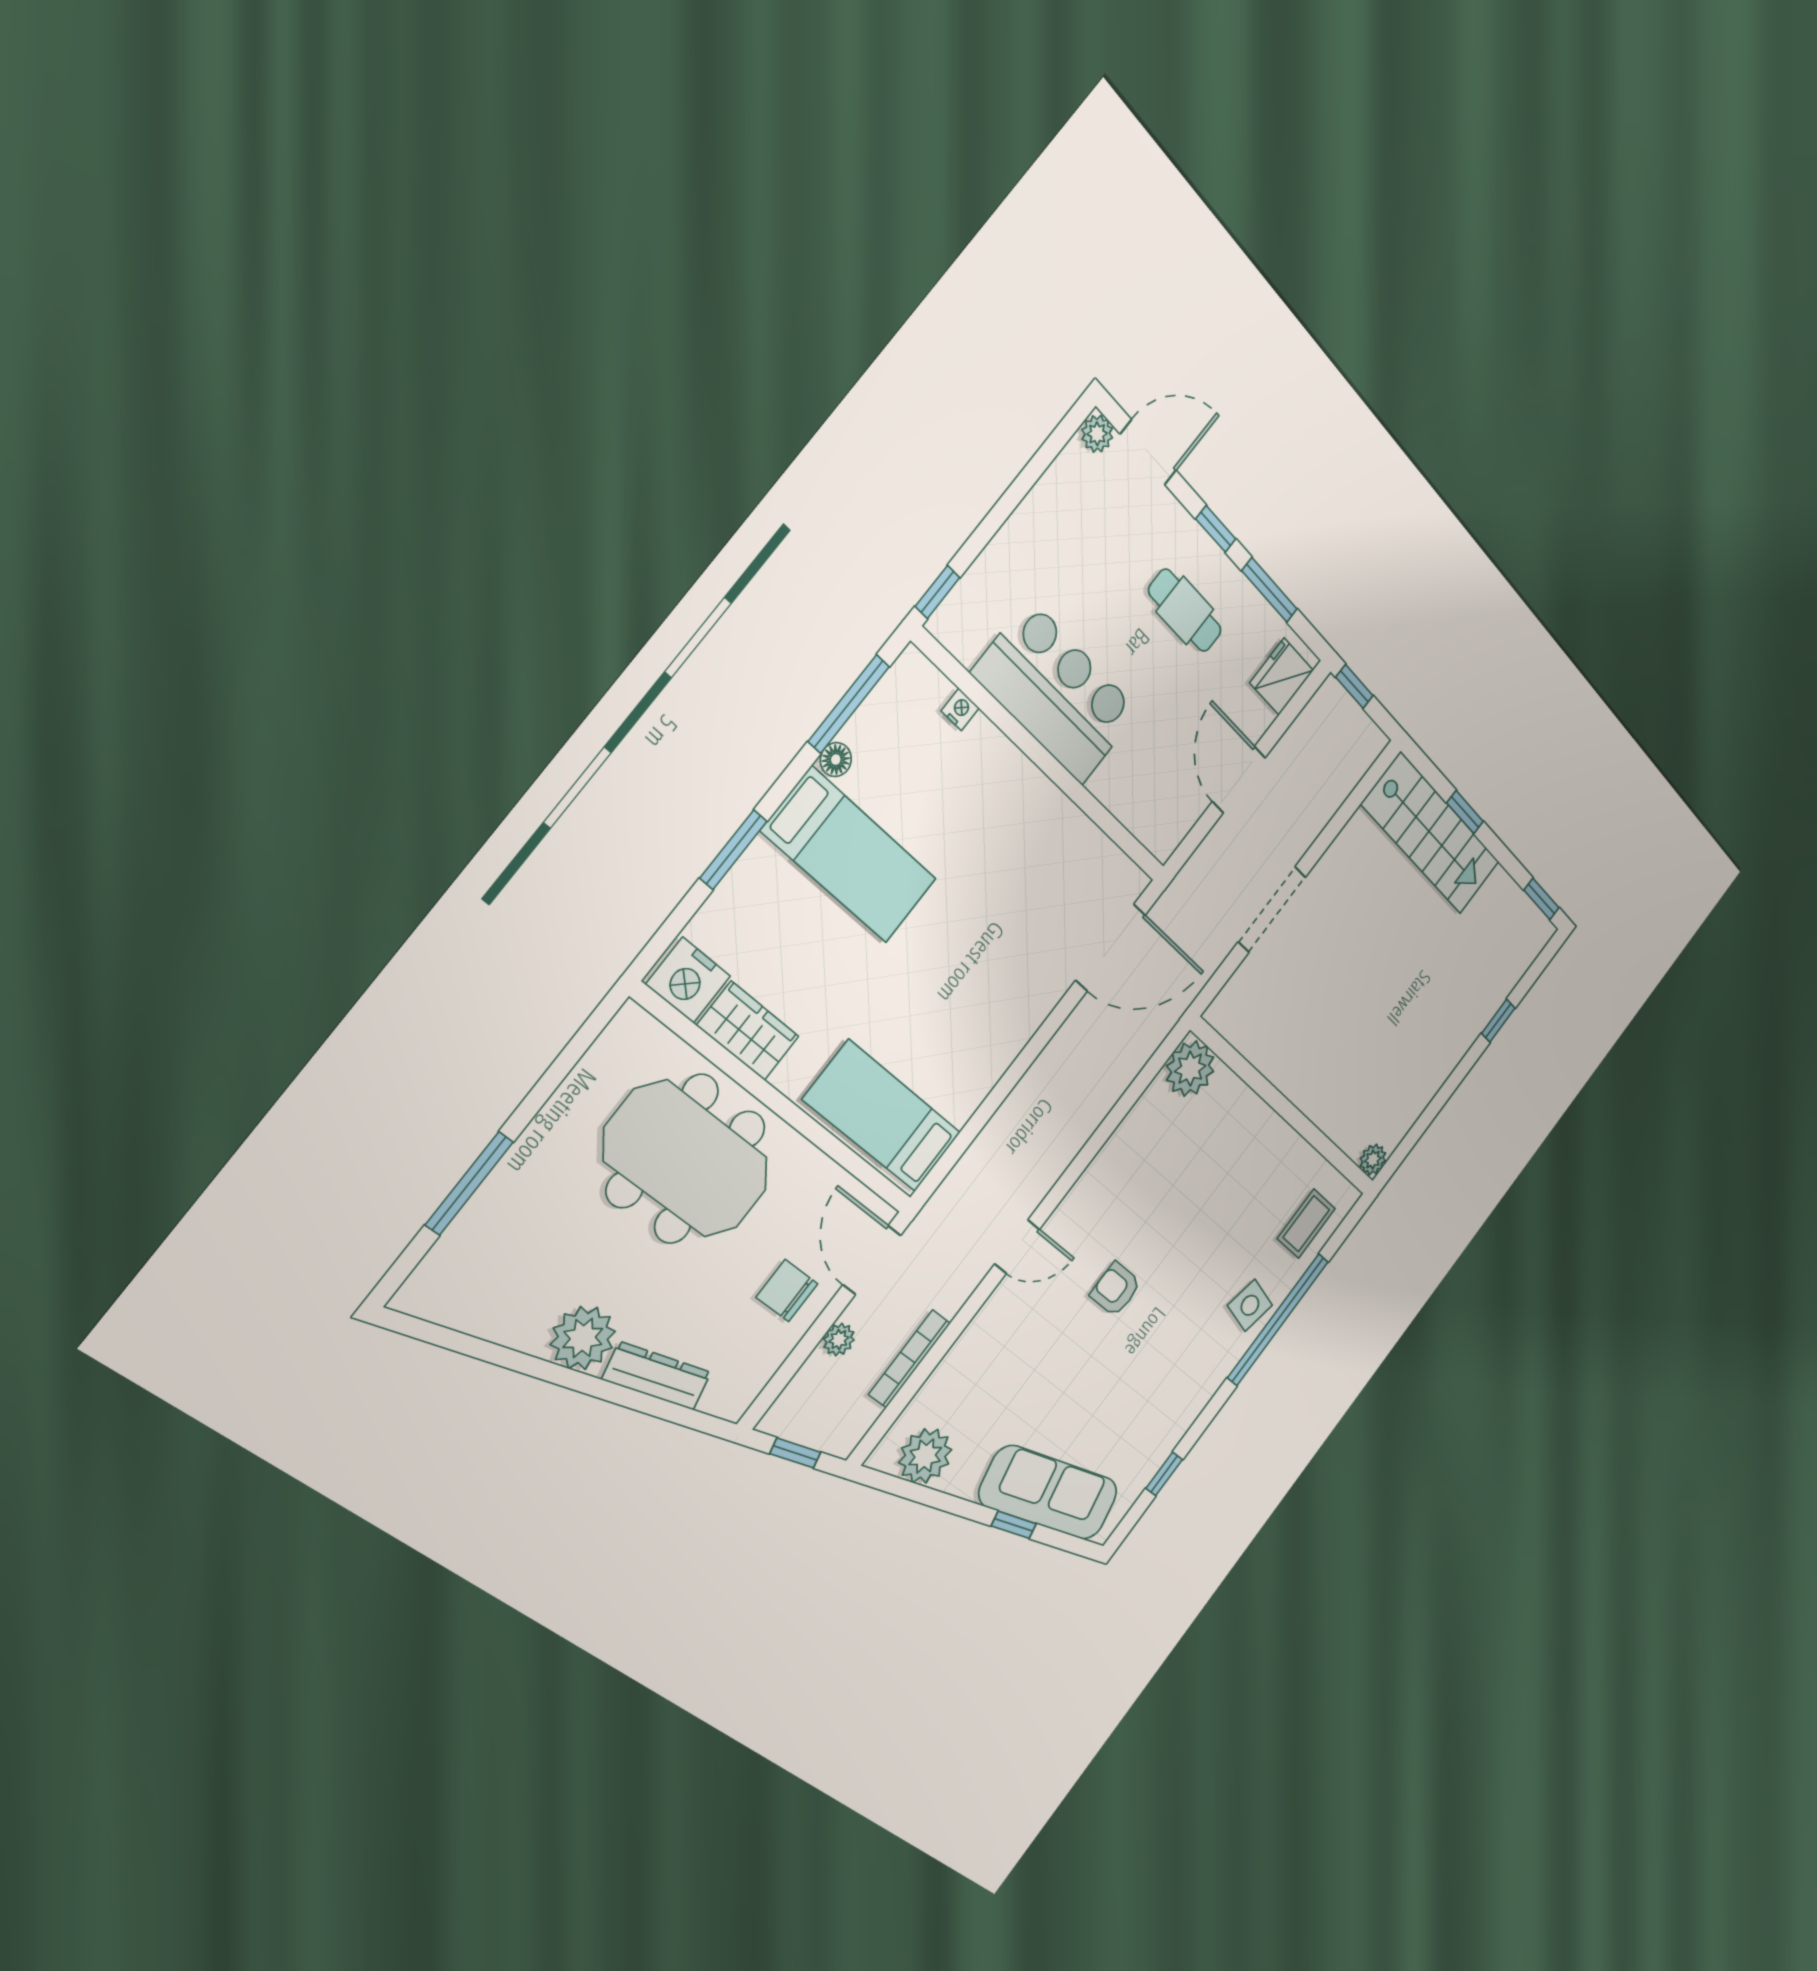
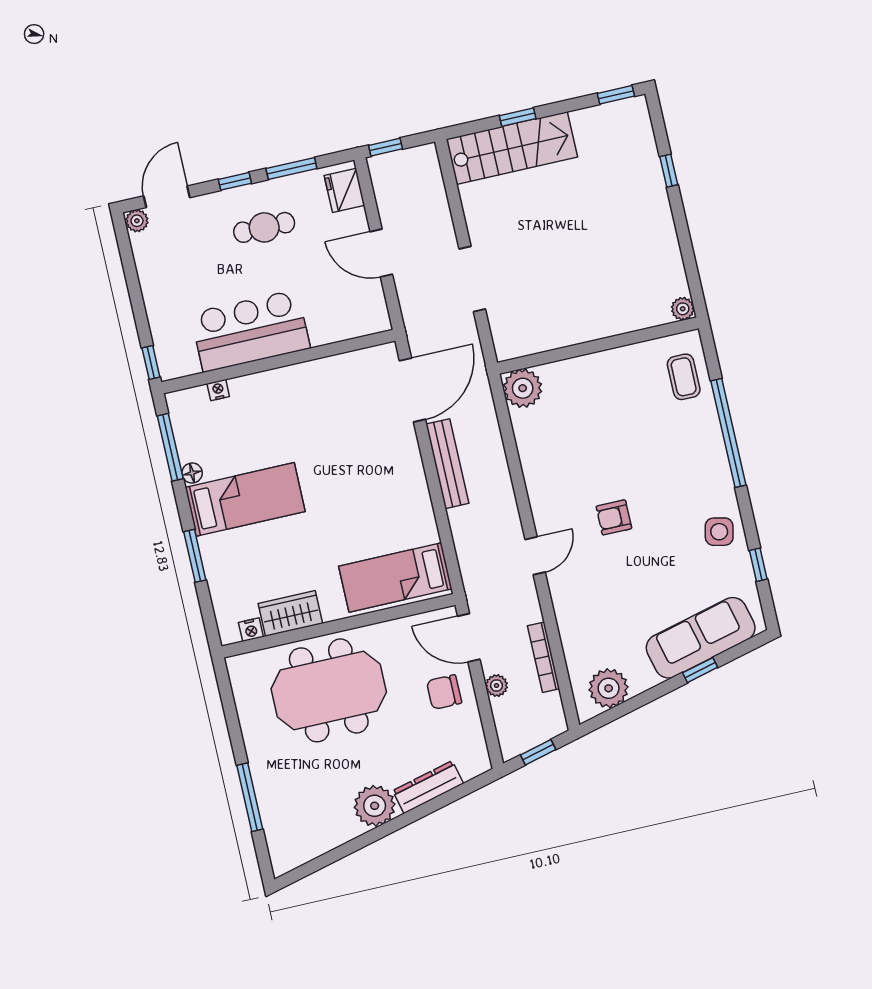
nightstand: (688, 980) -> (251, 630), width x0.53, depth x0.56
bench: (1054, 1060) -> (447, 464), added
side table: (1250, 1305) -> (719, 532), moved

